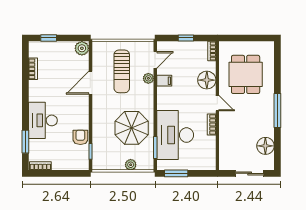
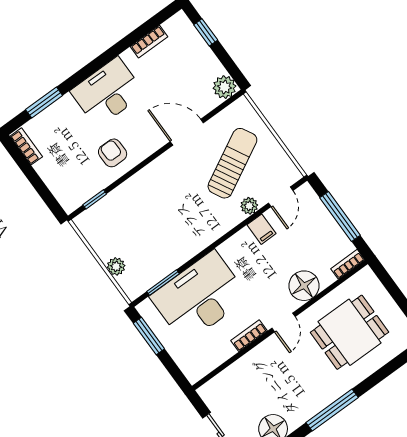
window: (186, 38) -> (340, 216), width x2.17
door: (155, 60) -> (281, 197), hinge flipped
sun lounger: (122, 71) -> (232, 163), turned 152
desk: (43, 120) -> (108, 92), moved
parasol: (132, 128) -> (166, 232), removed
armchair: (80, 137) -> (113, 153), moved, turned -90

